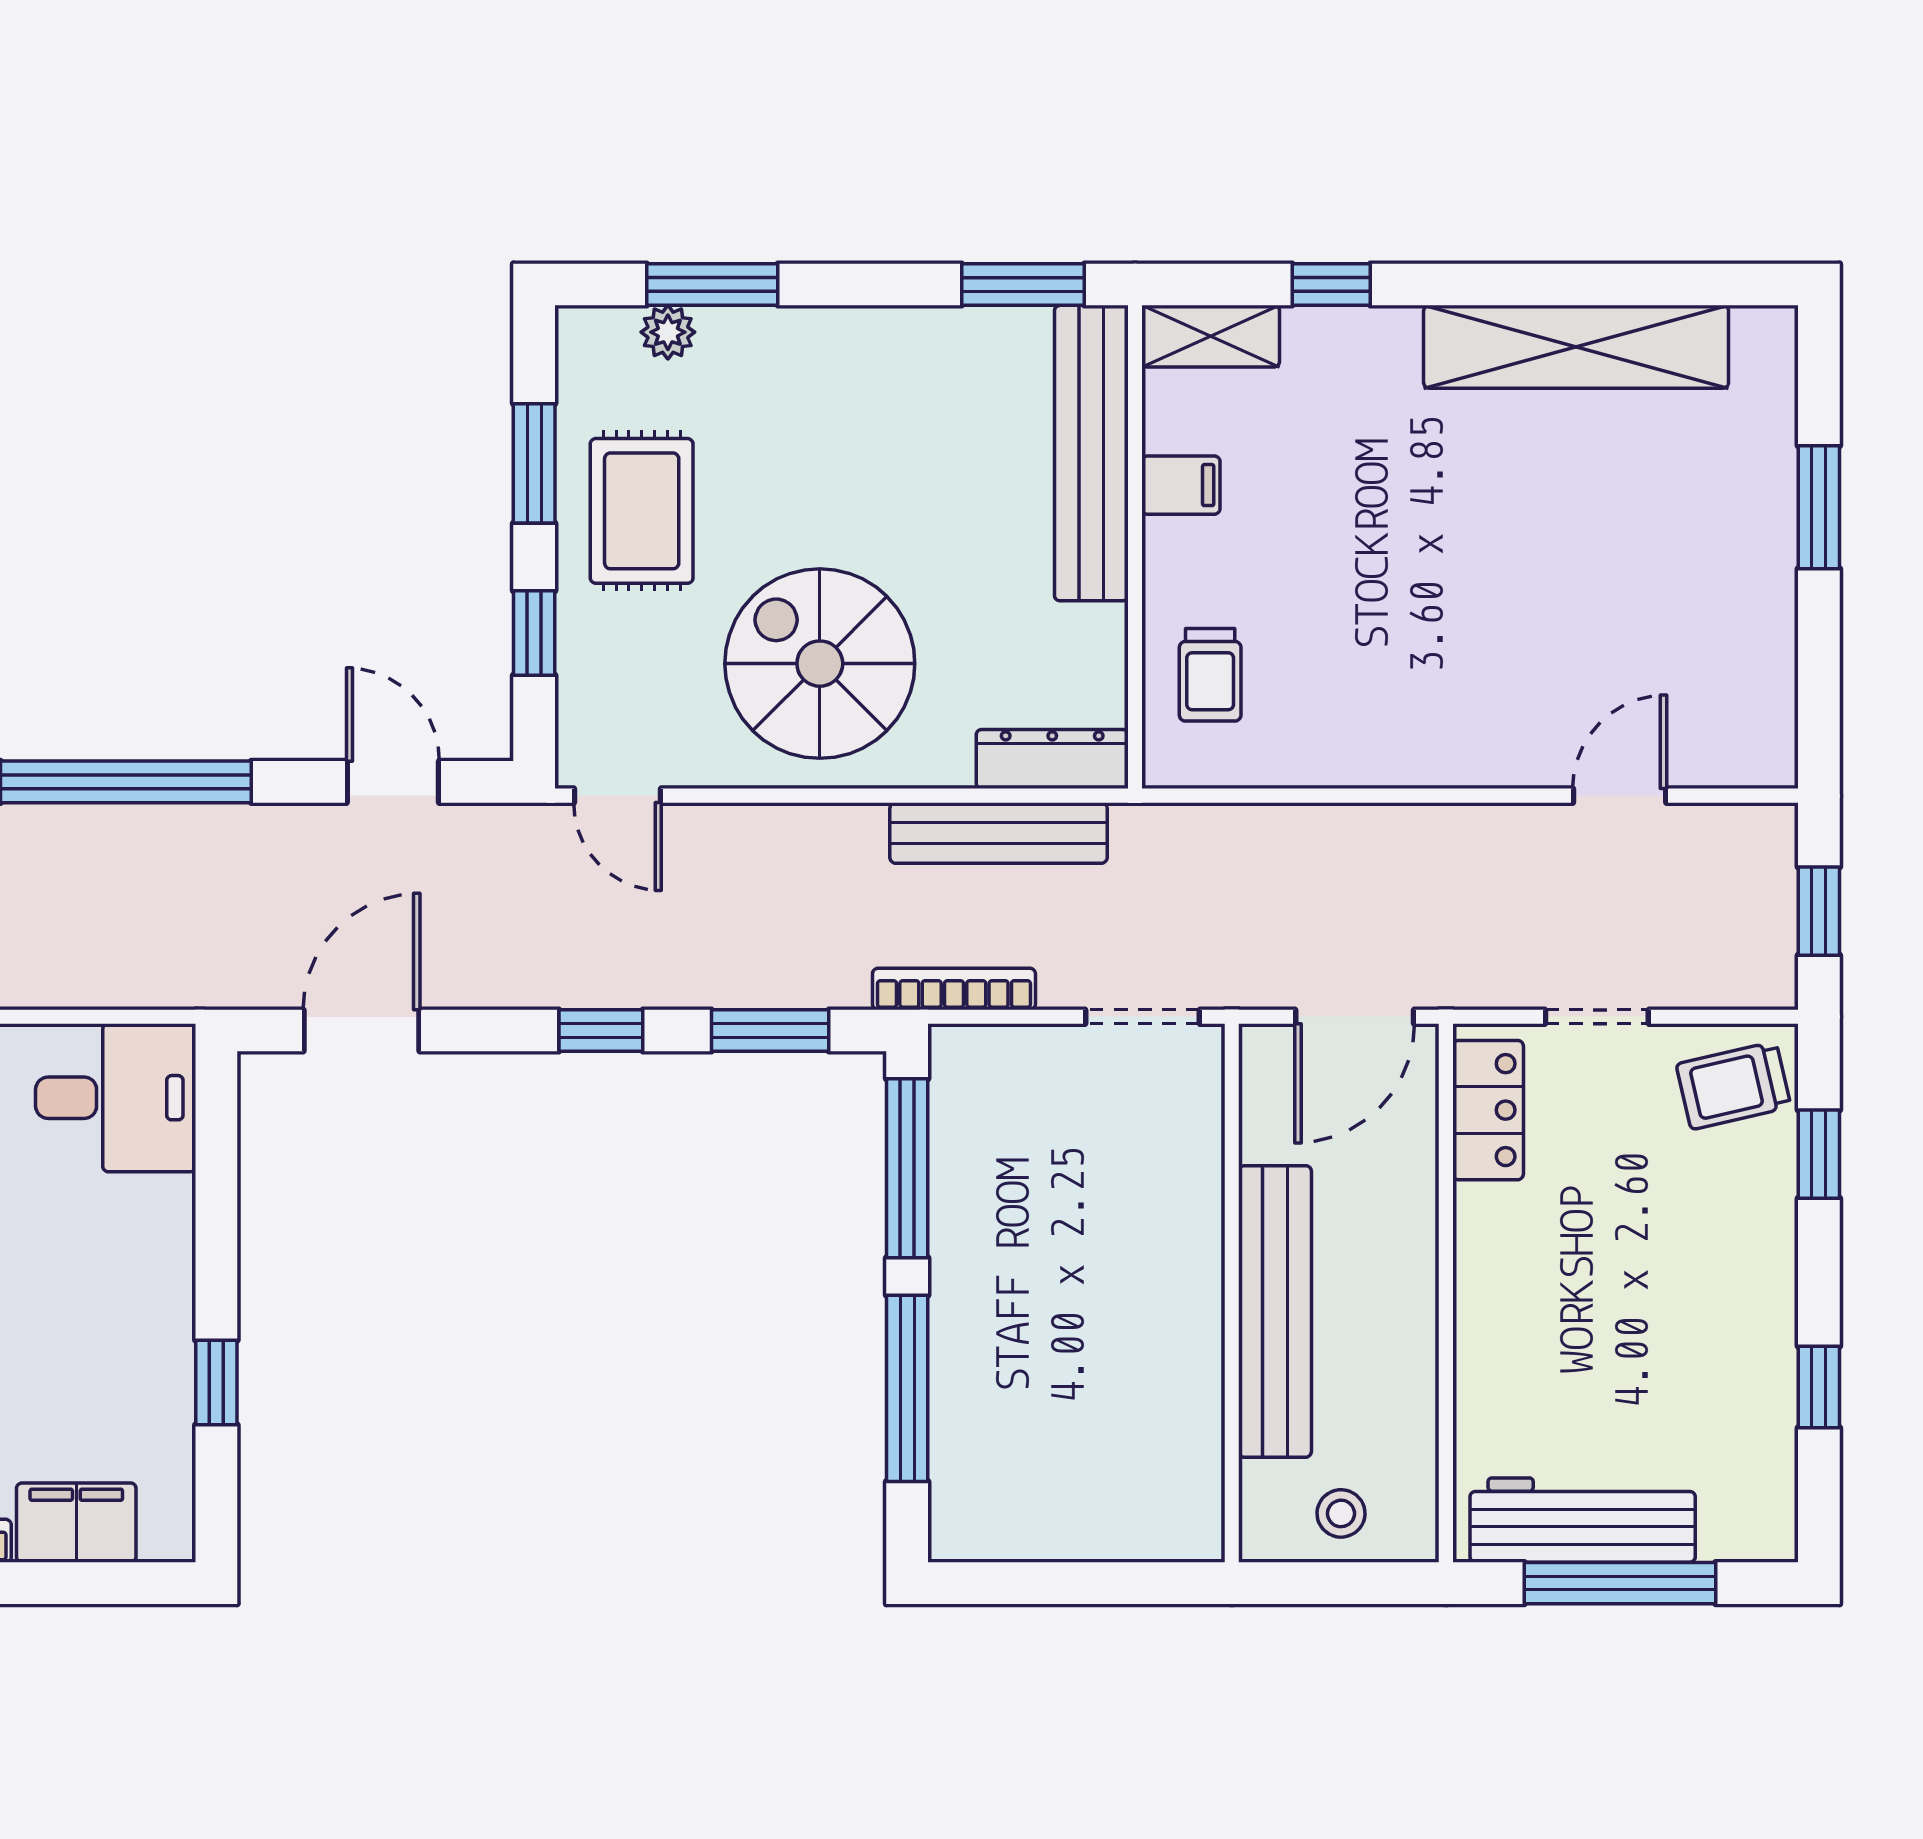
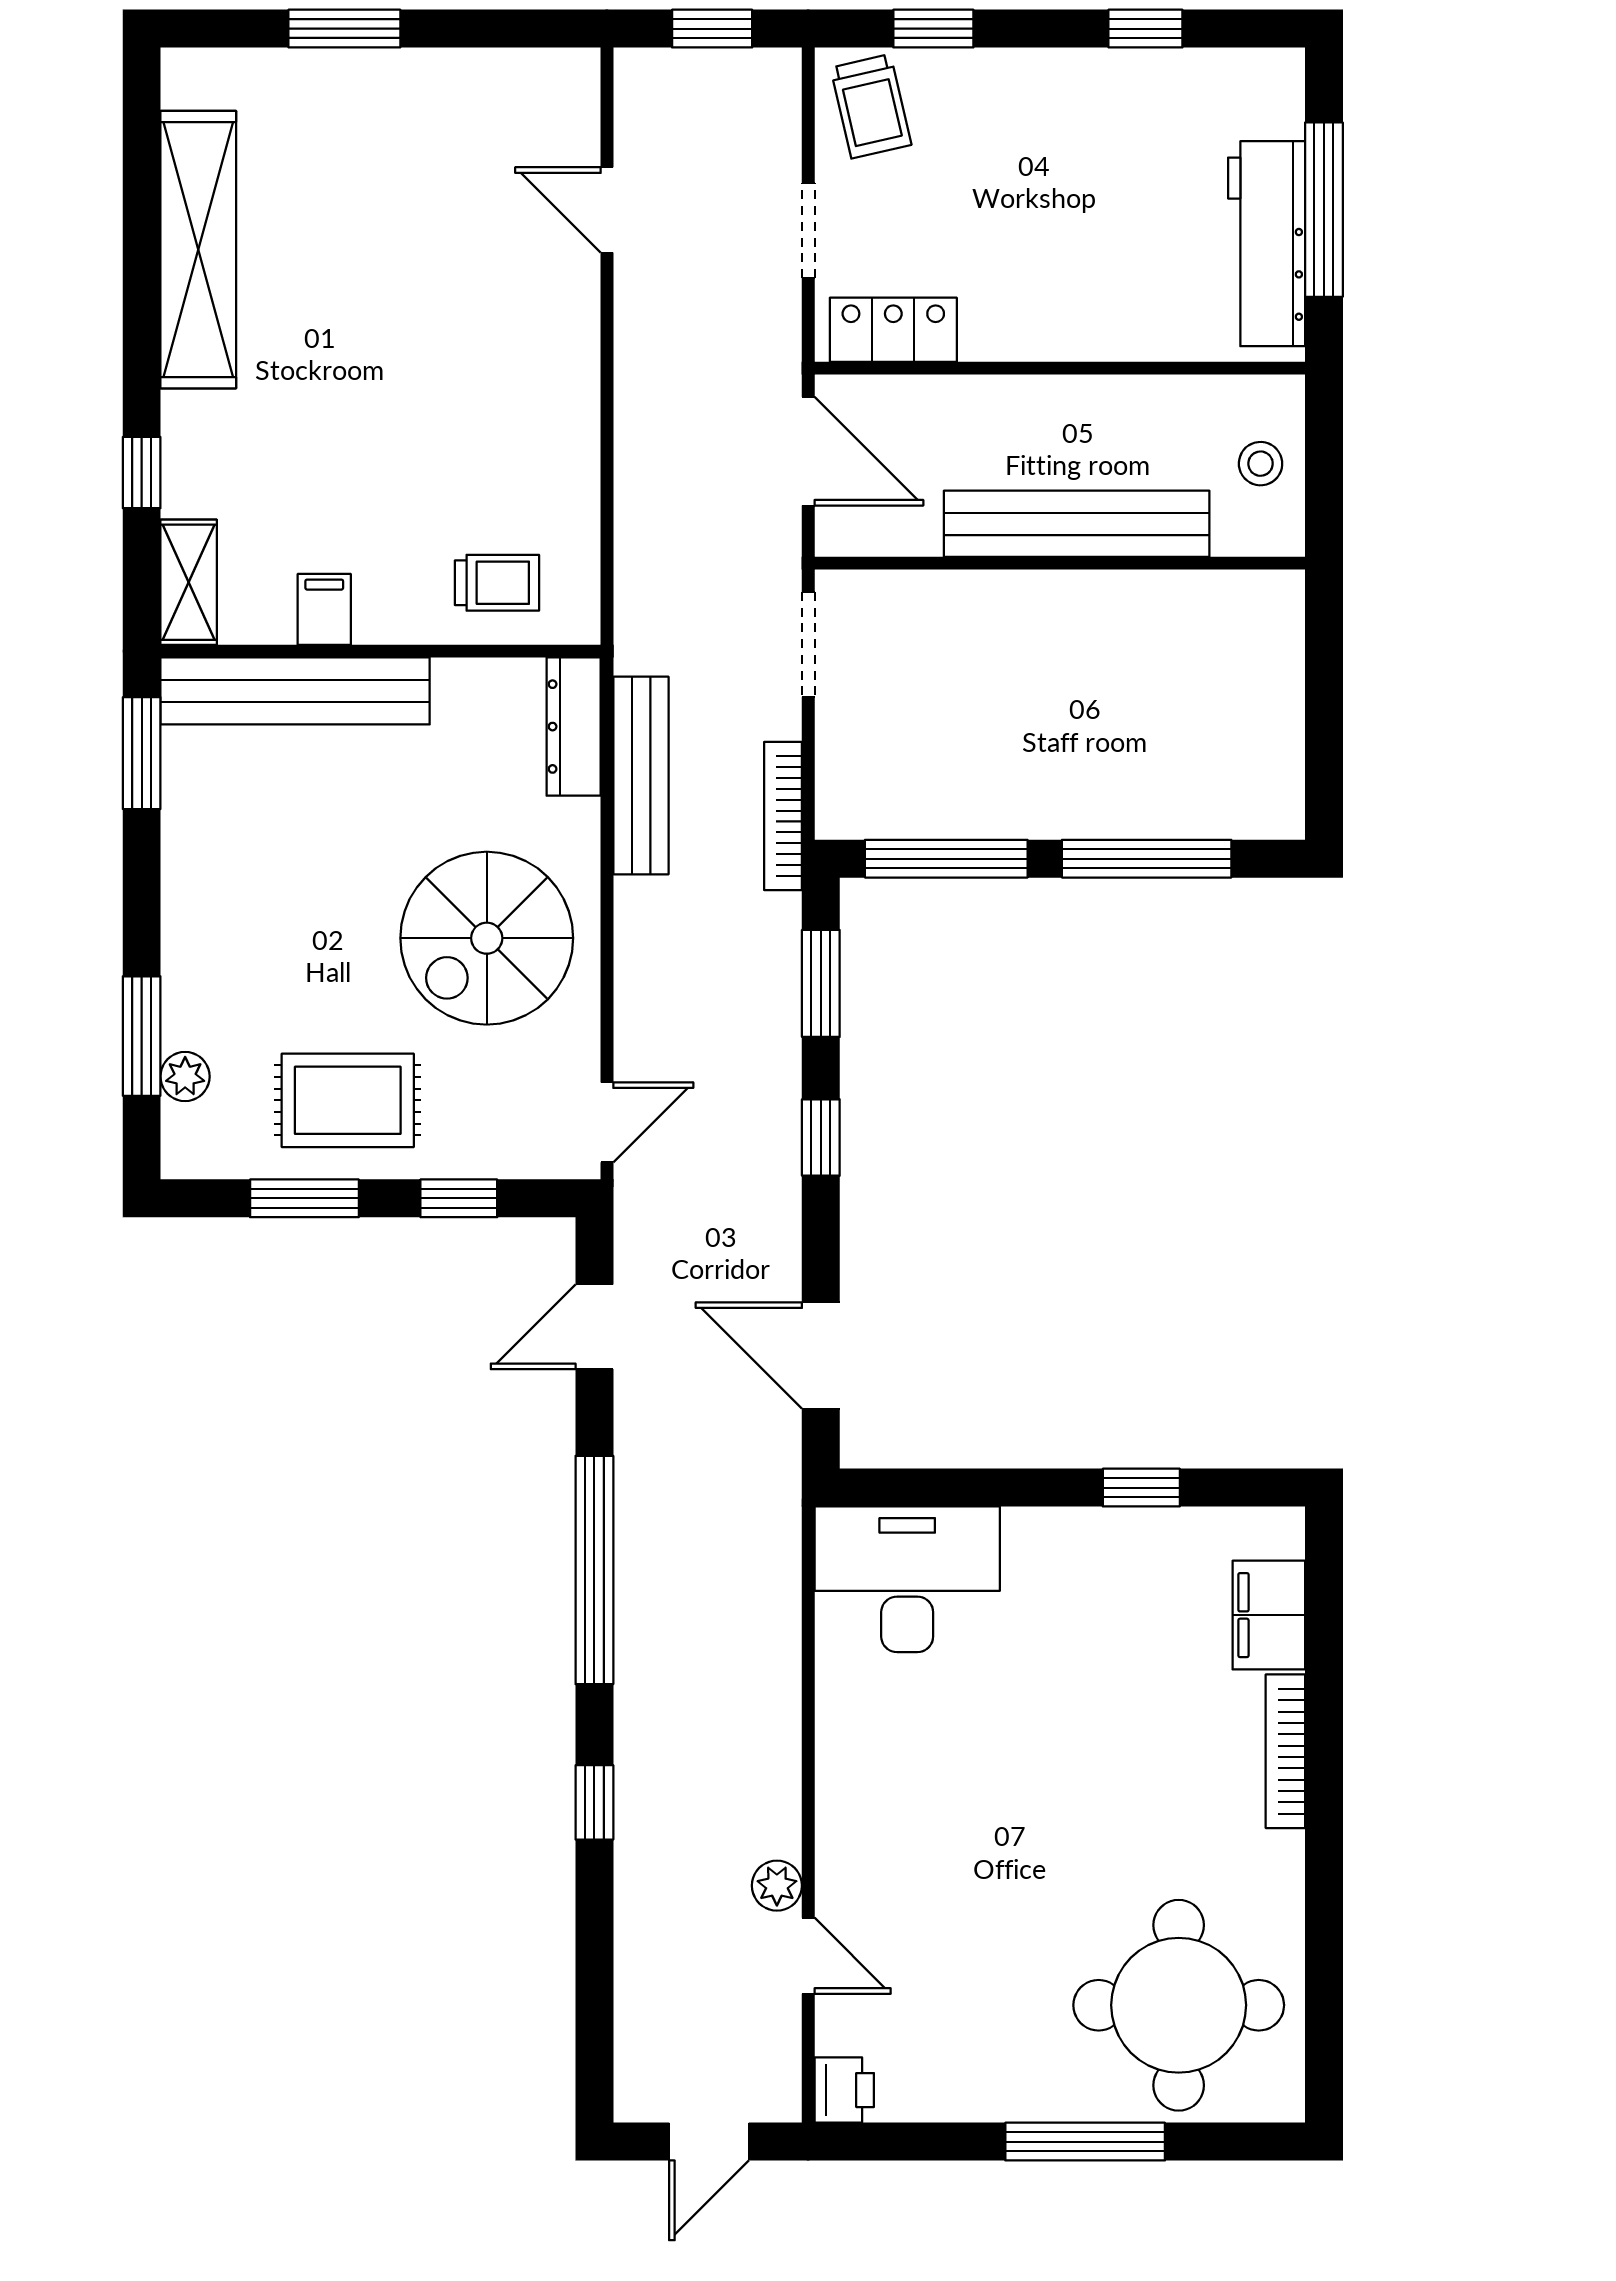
desk: (116, 1098) -> (907, 1579), width x1.37

